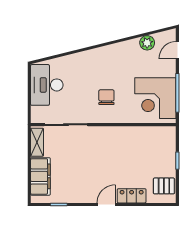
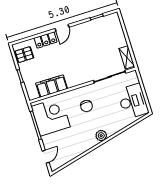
plant: (147, 43) -> (101, 136), moved
filing cabinet: (40, 176) -> (52, 86), moved, turned 90

